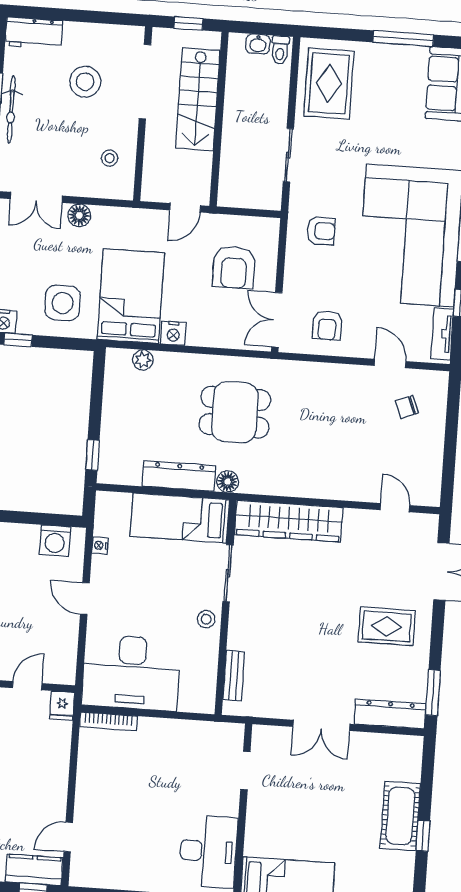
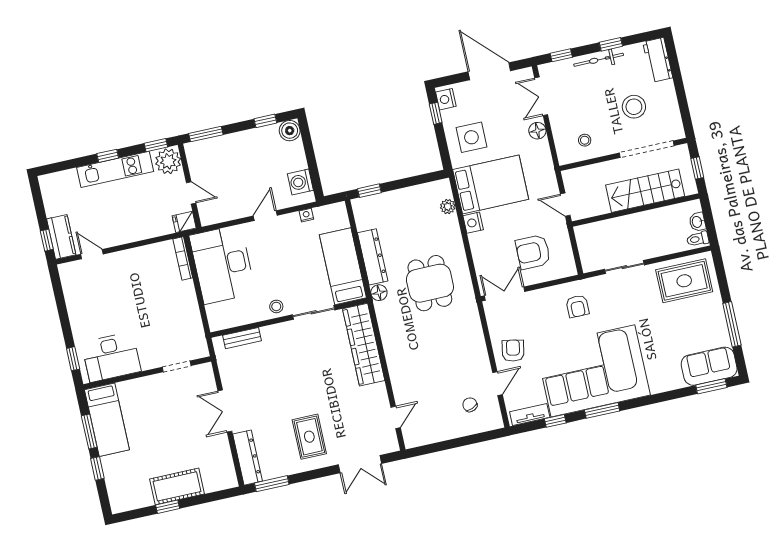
armchair: (327, 325) -> (513, 351), moved, turned 101

